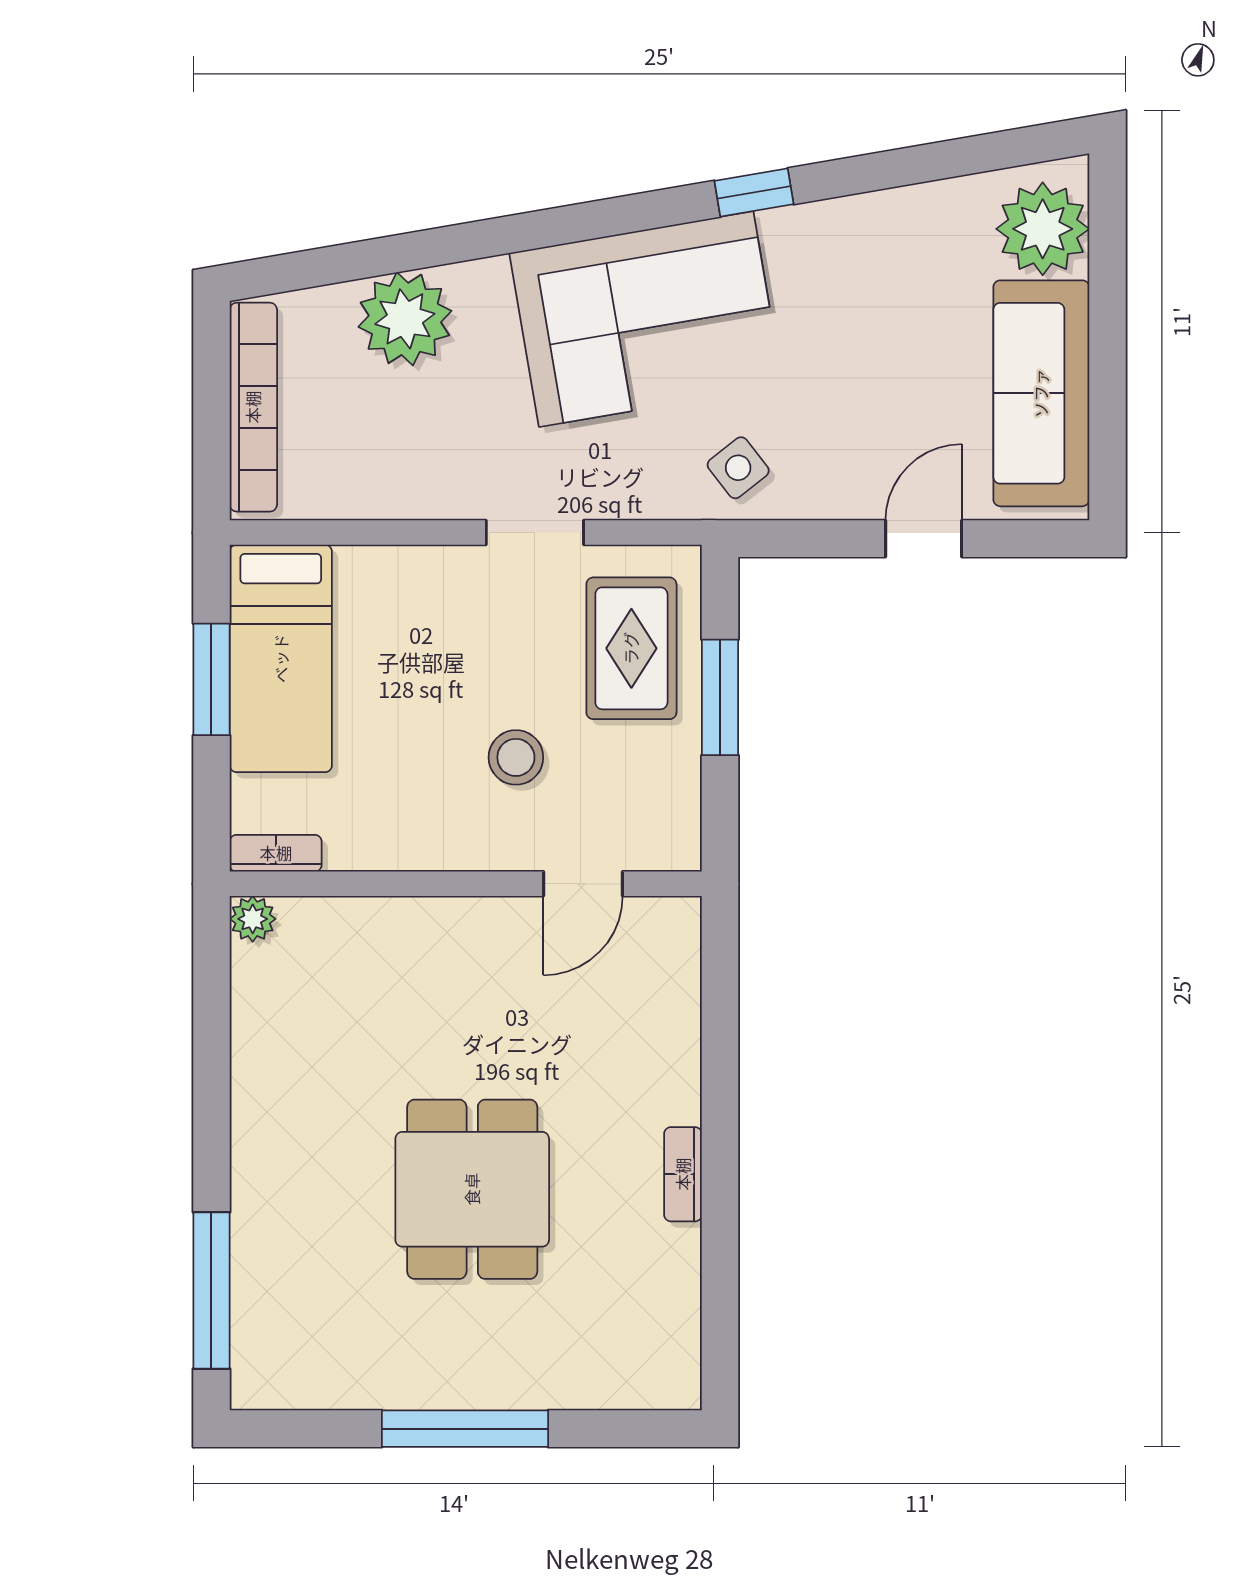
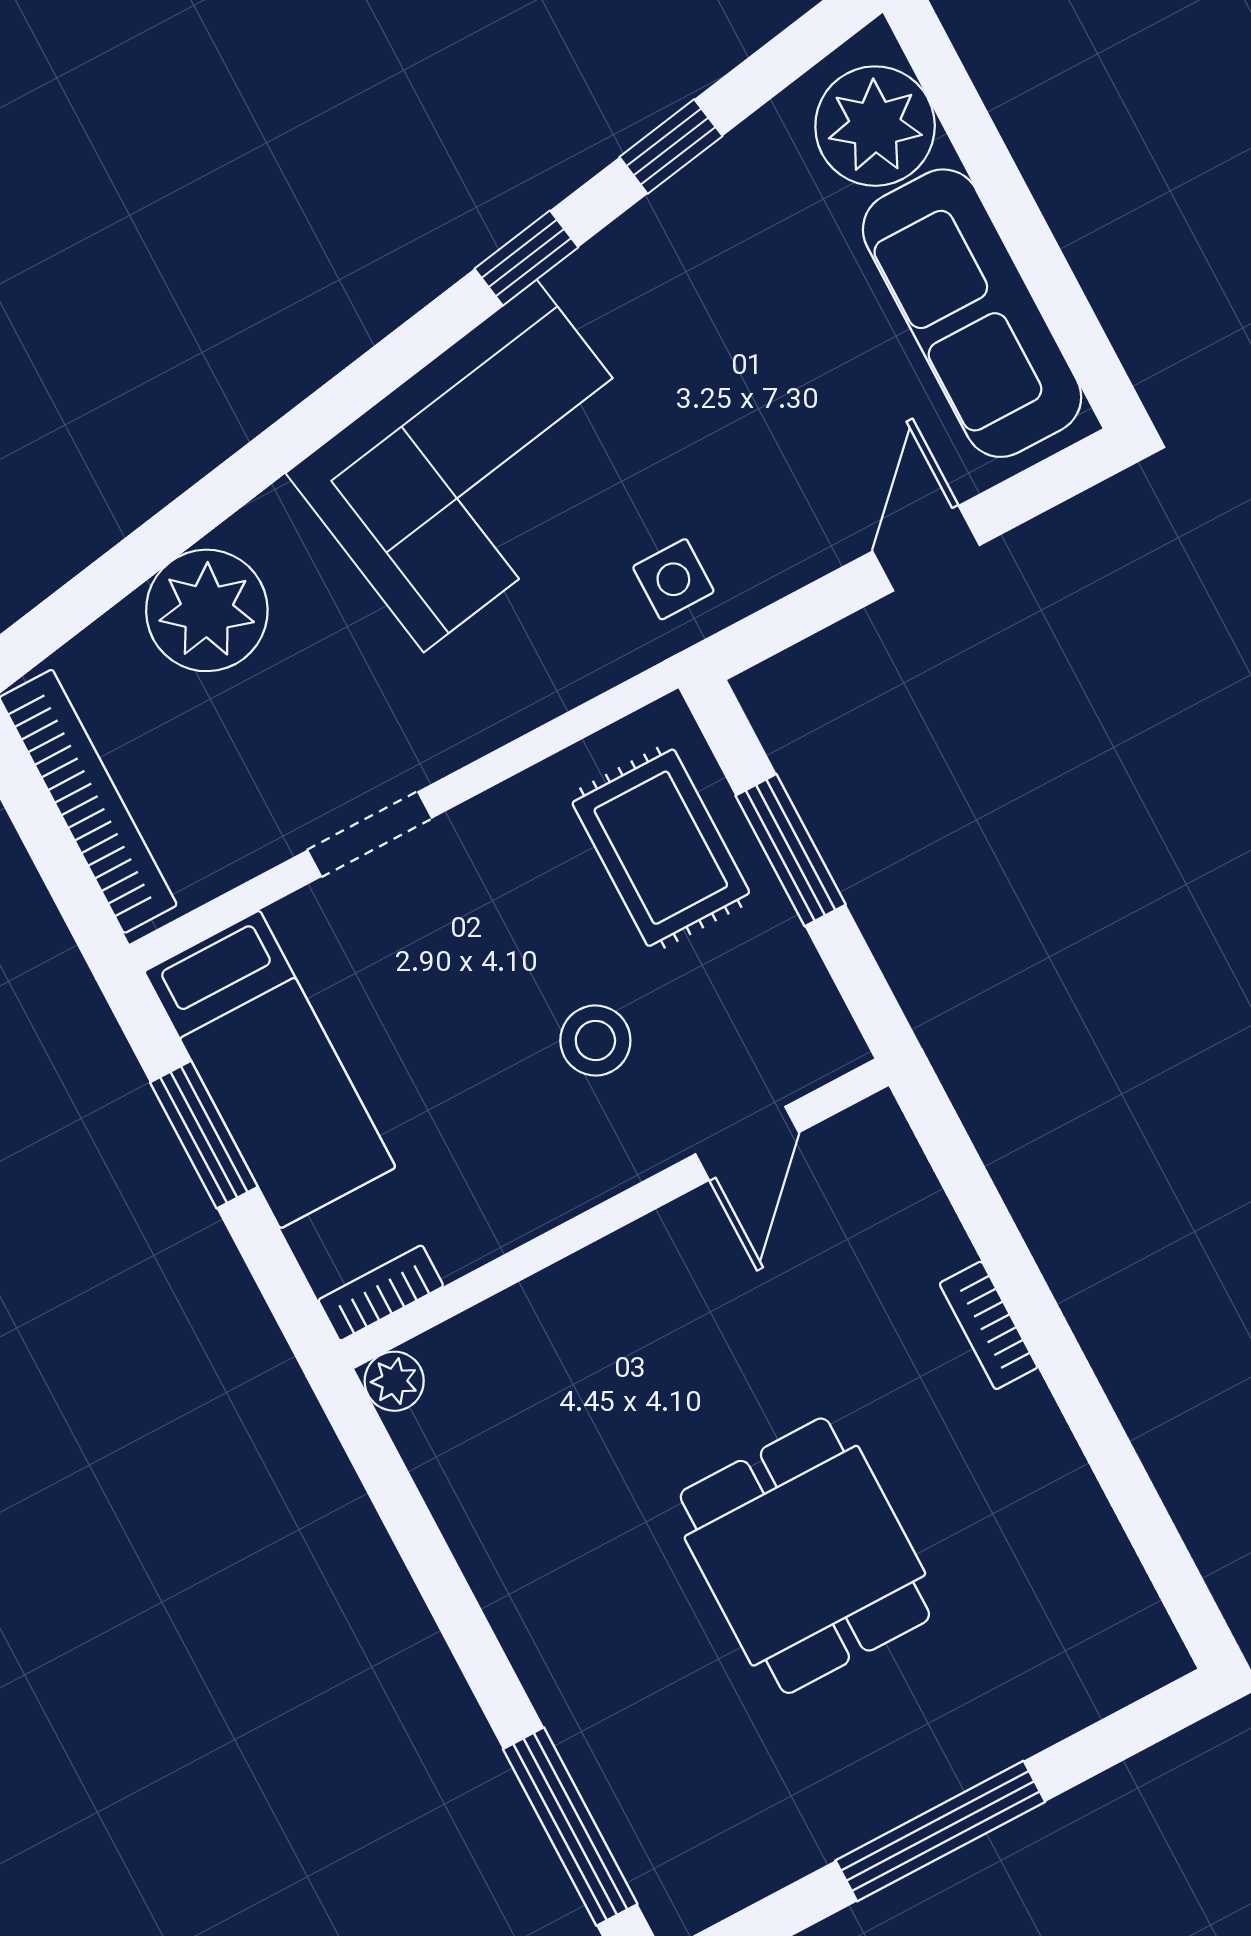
window: (894, 168) -> (671, 147), added
side table: (738, 468) -> (673, 579), turned 38
doorway: (535, 533) -> (370, 834), moved
bookcase: (683, 1174) -> (988, 1325), moved

